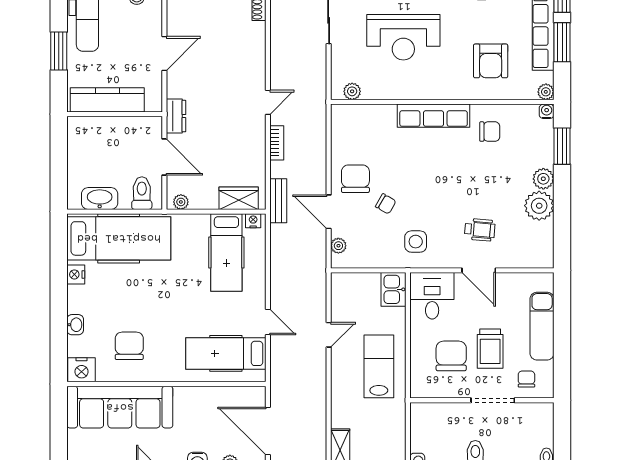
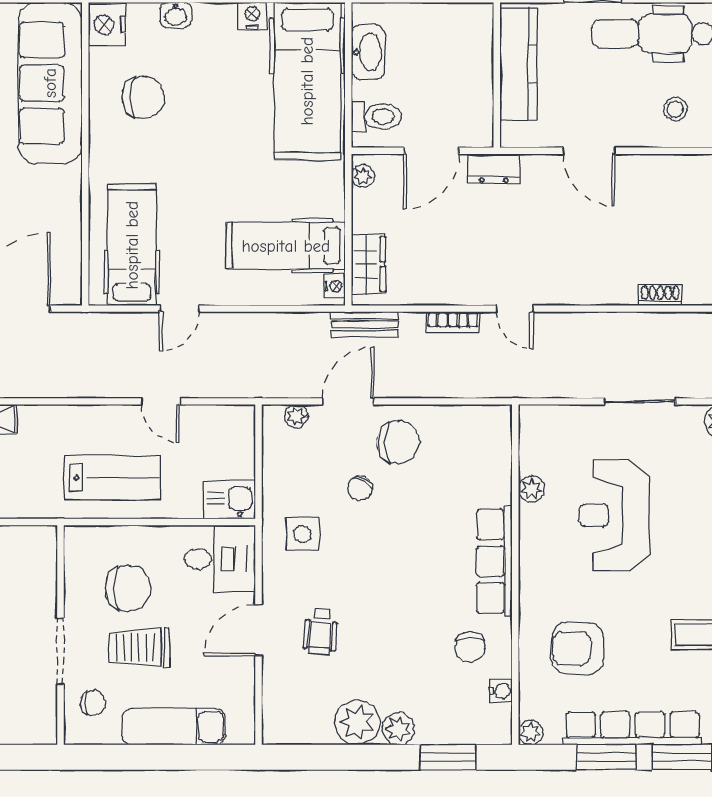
plant: (352, 91) -> (531, 489), moved
water cooler: (547, 111) -> (501, 691), moved

